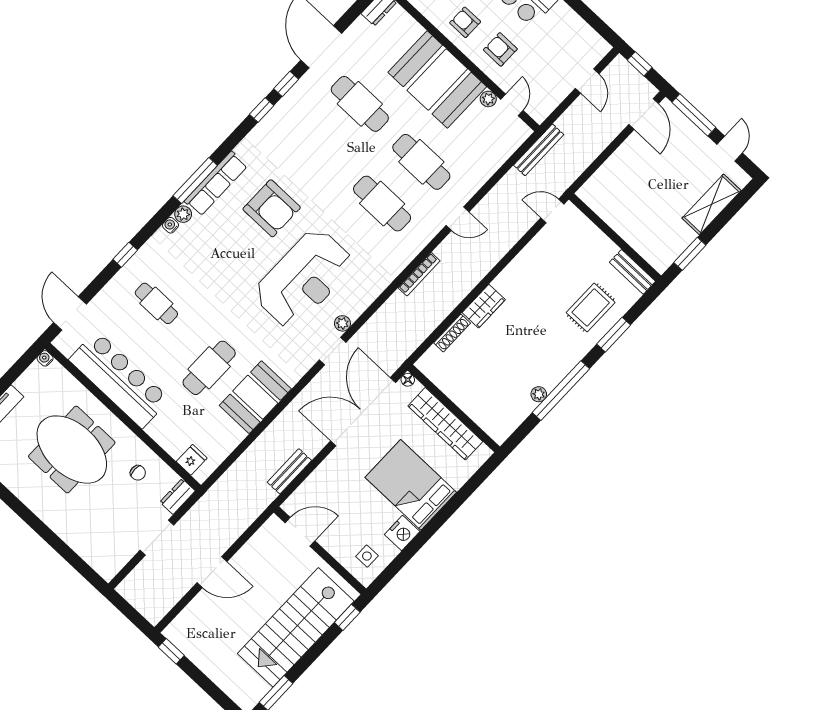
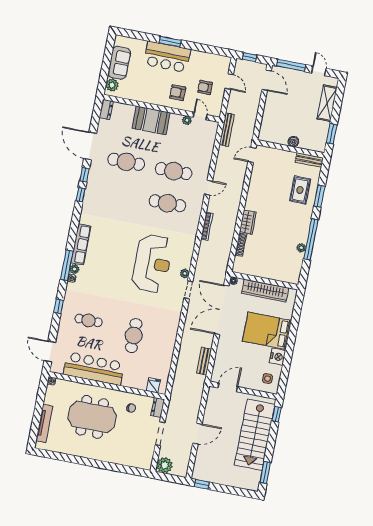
armchair: (465, 22) -> (205, 87), moved
booth: (437, 80) -> (151, 120), width x0.73, depth x0.70
window: (195, 181) -> (67, 265), moved
armchair: (272, 208) -> (115, 239), removed
boiler: (626, 230) -> (293, 142), added
booth: (255, 397) -> (165, 336), removed
plant: (134, 588) -> (164, 465), added

